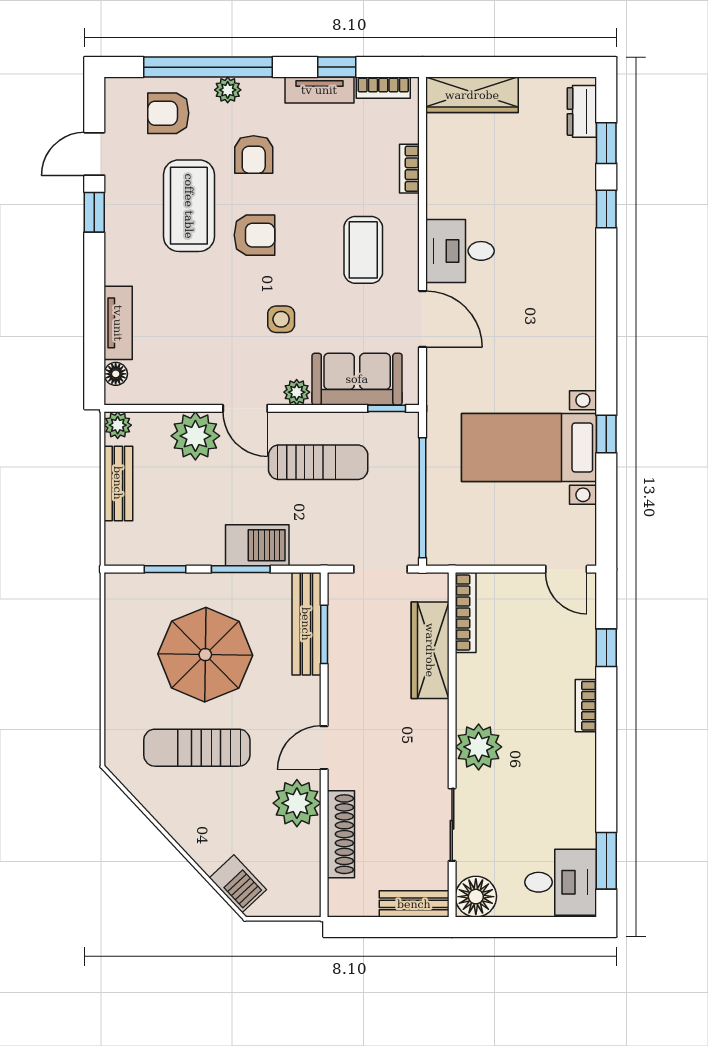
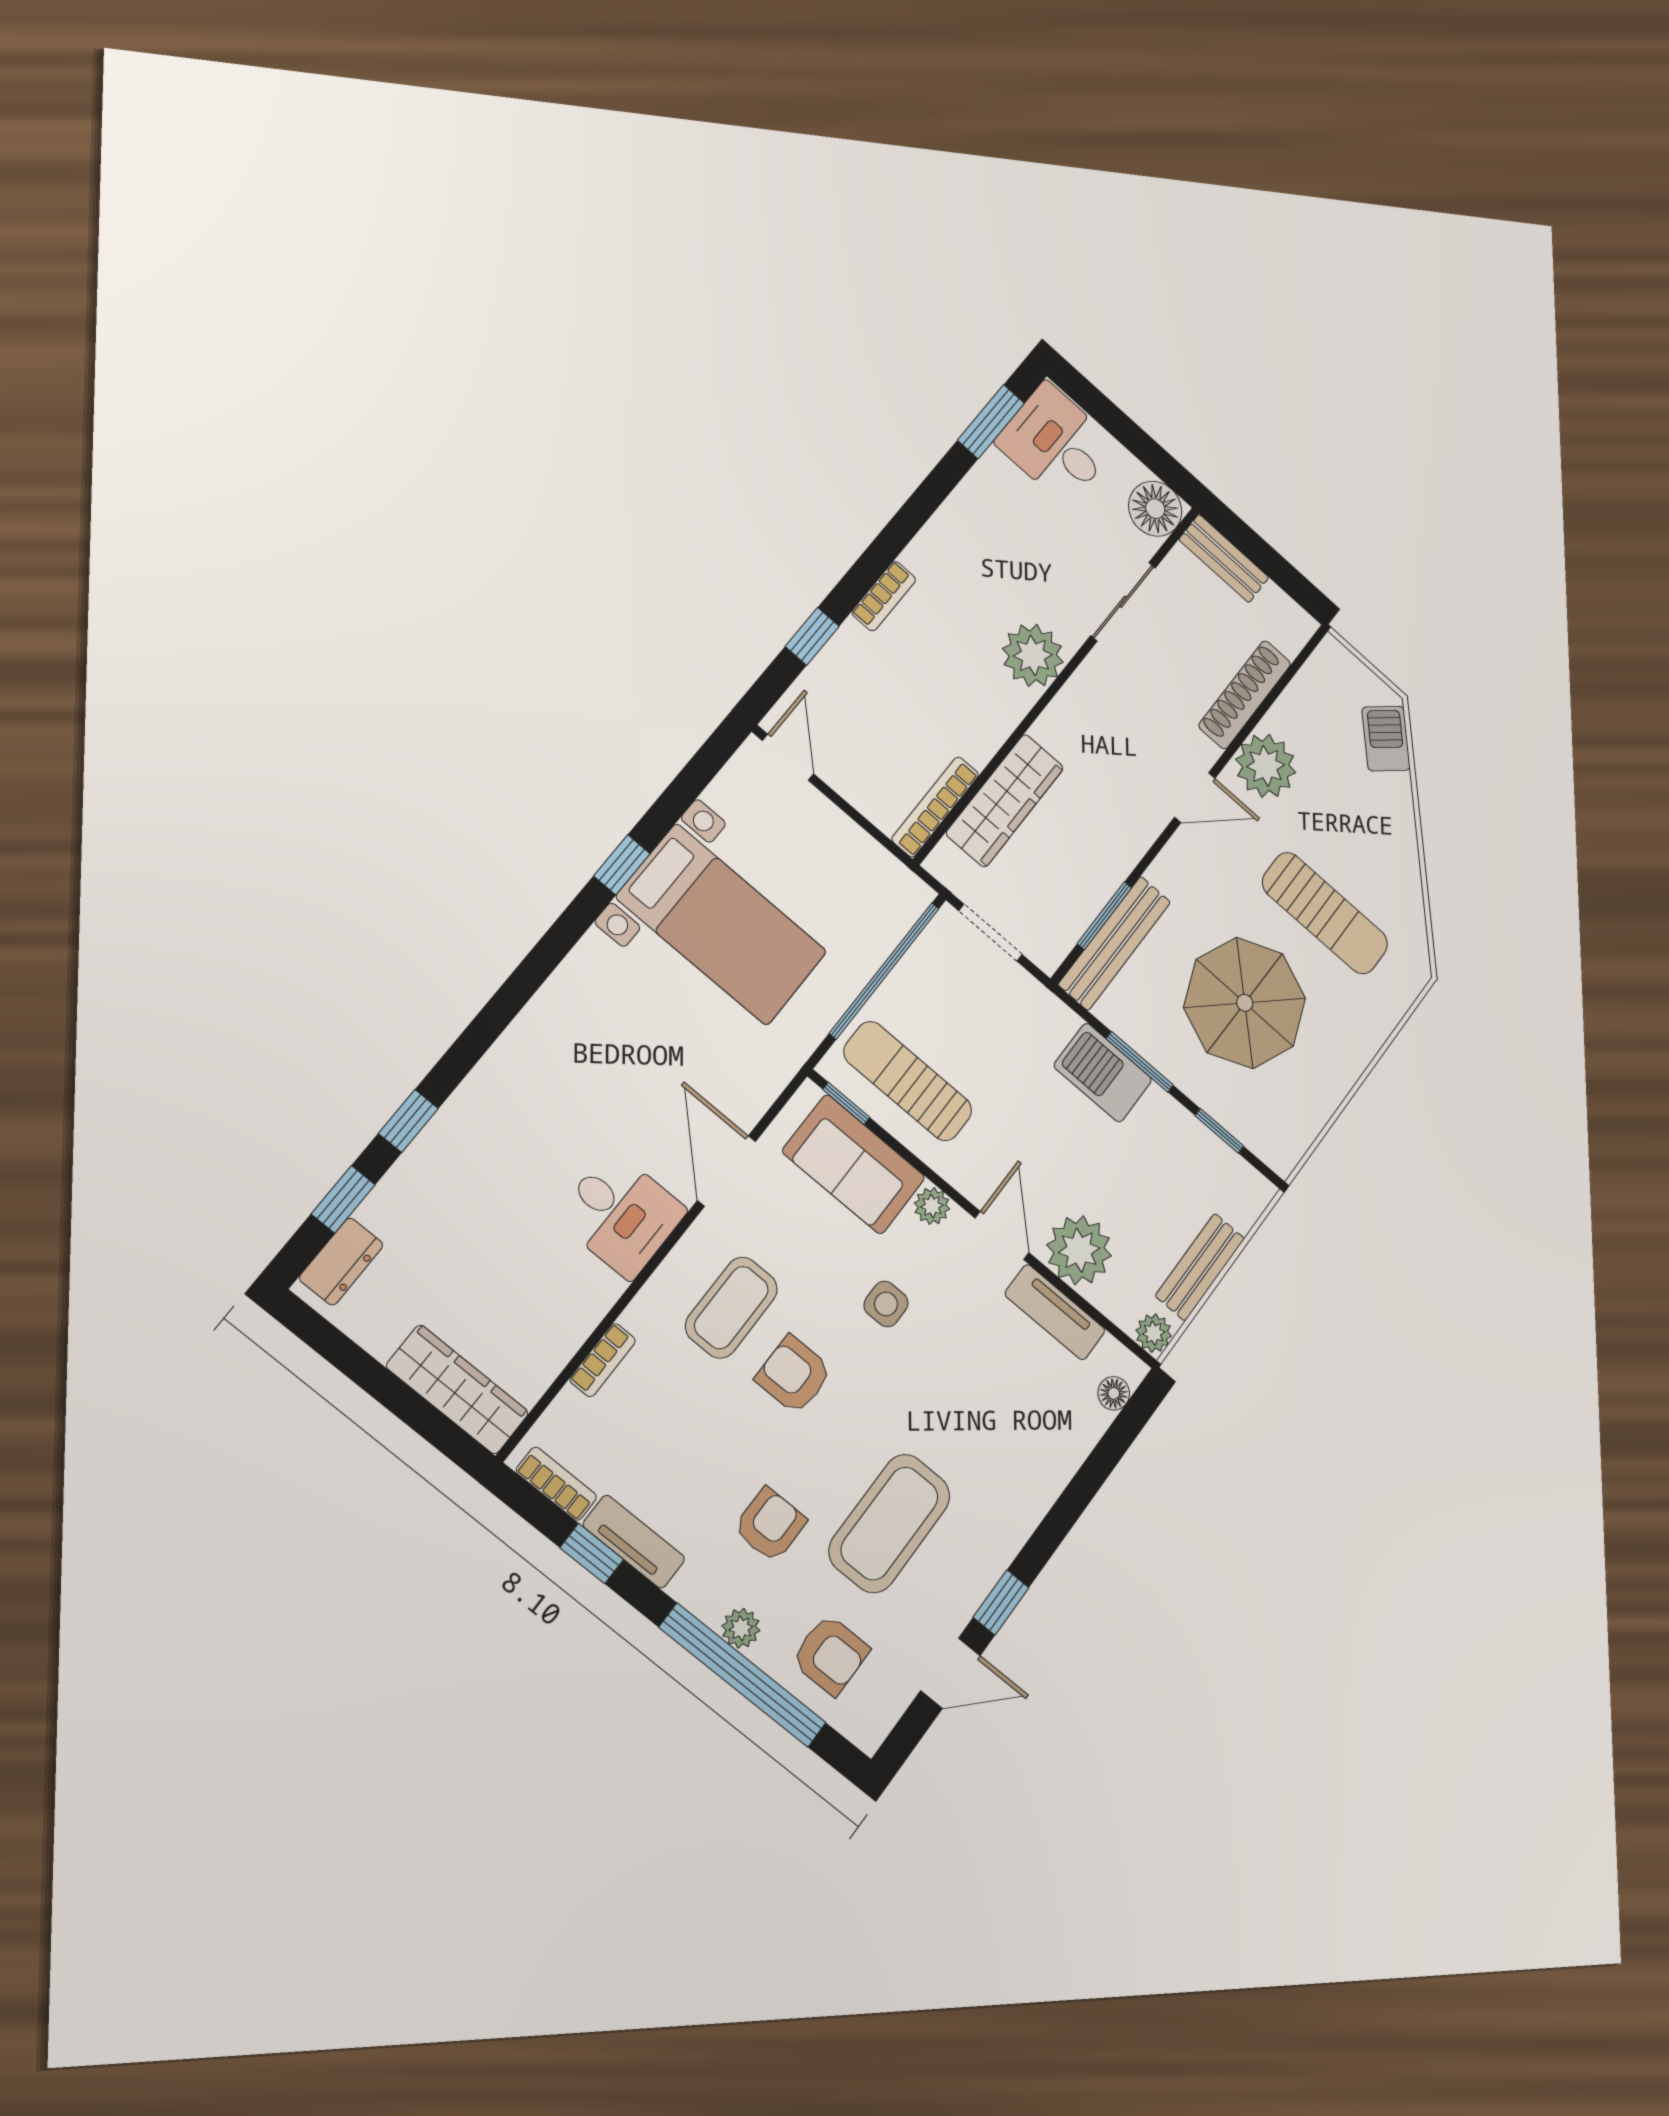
armchair: (254, 235) -> (794, 1375), moved
tv unit: (118, 323) -> (1055, 1312), moved, turned -90
sun lounger: (318, 462) -> (908, 1081), moved

